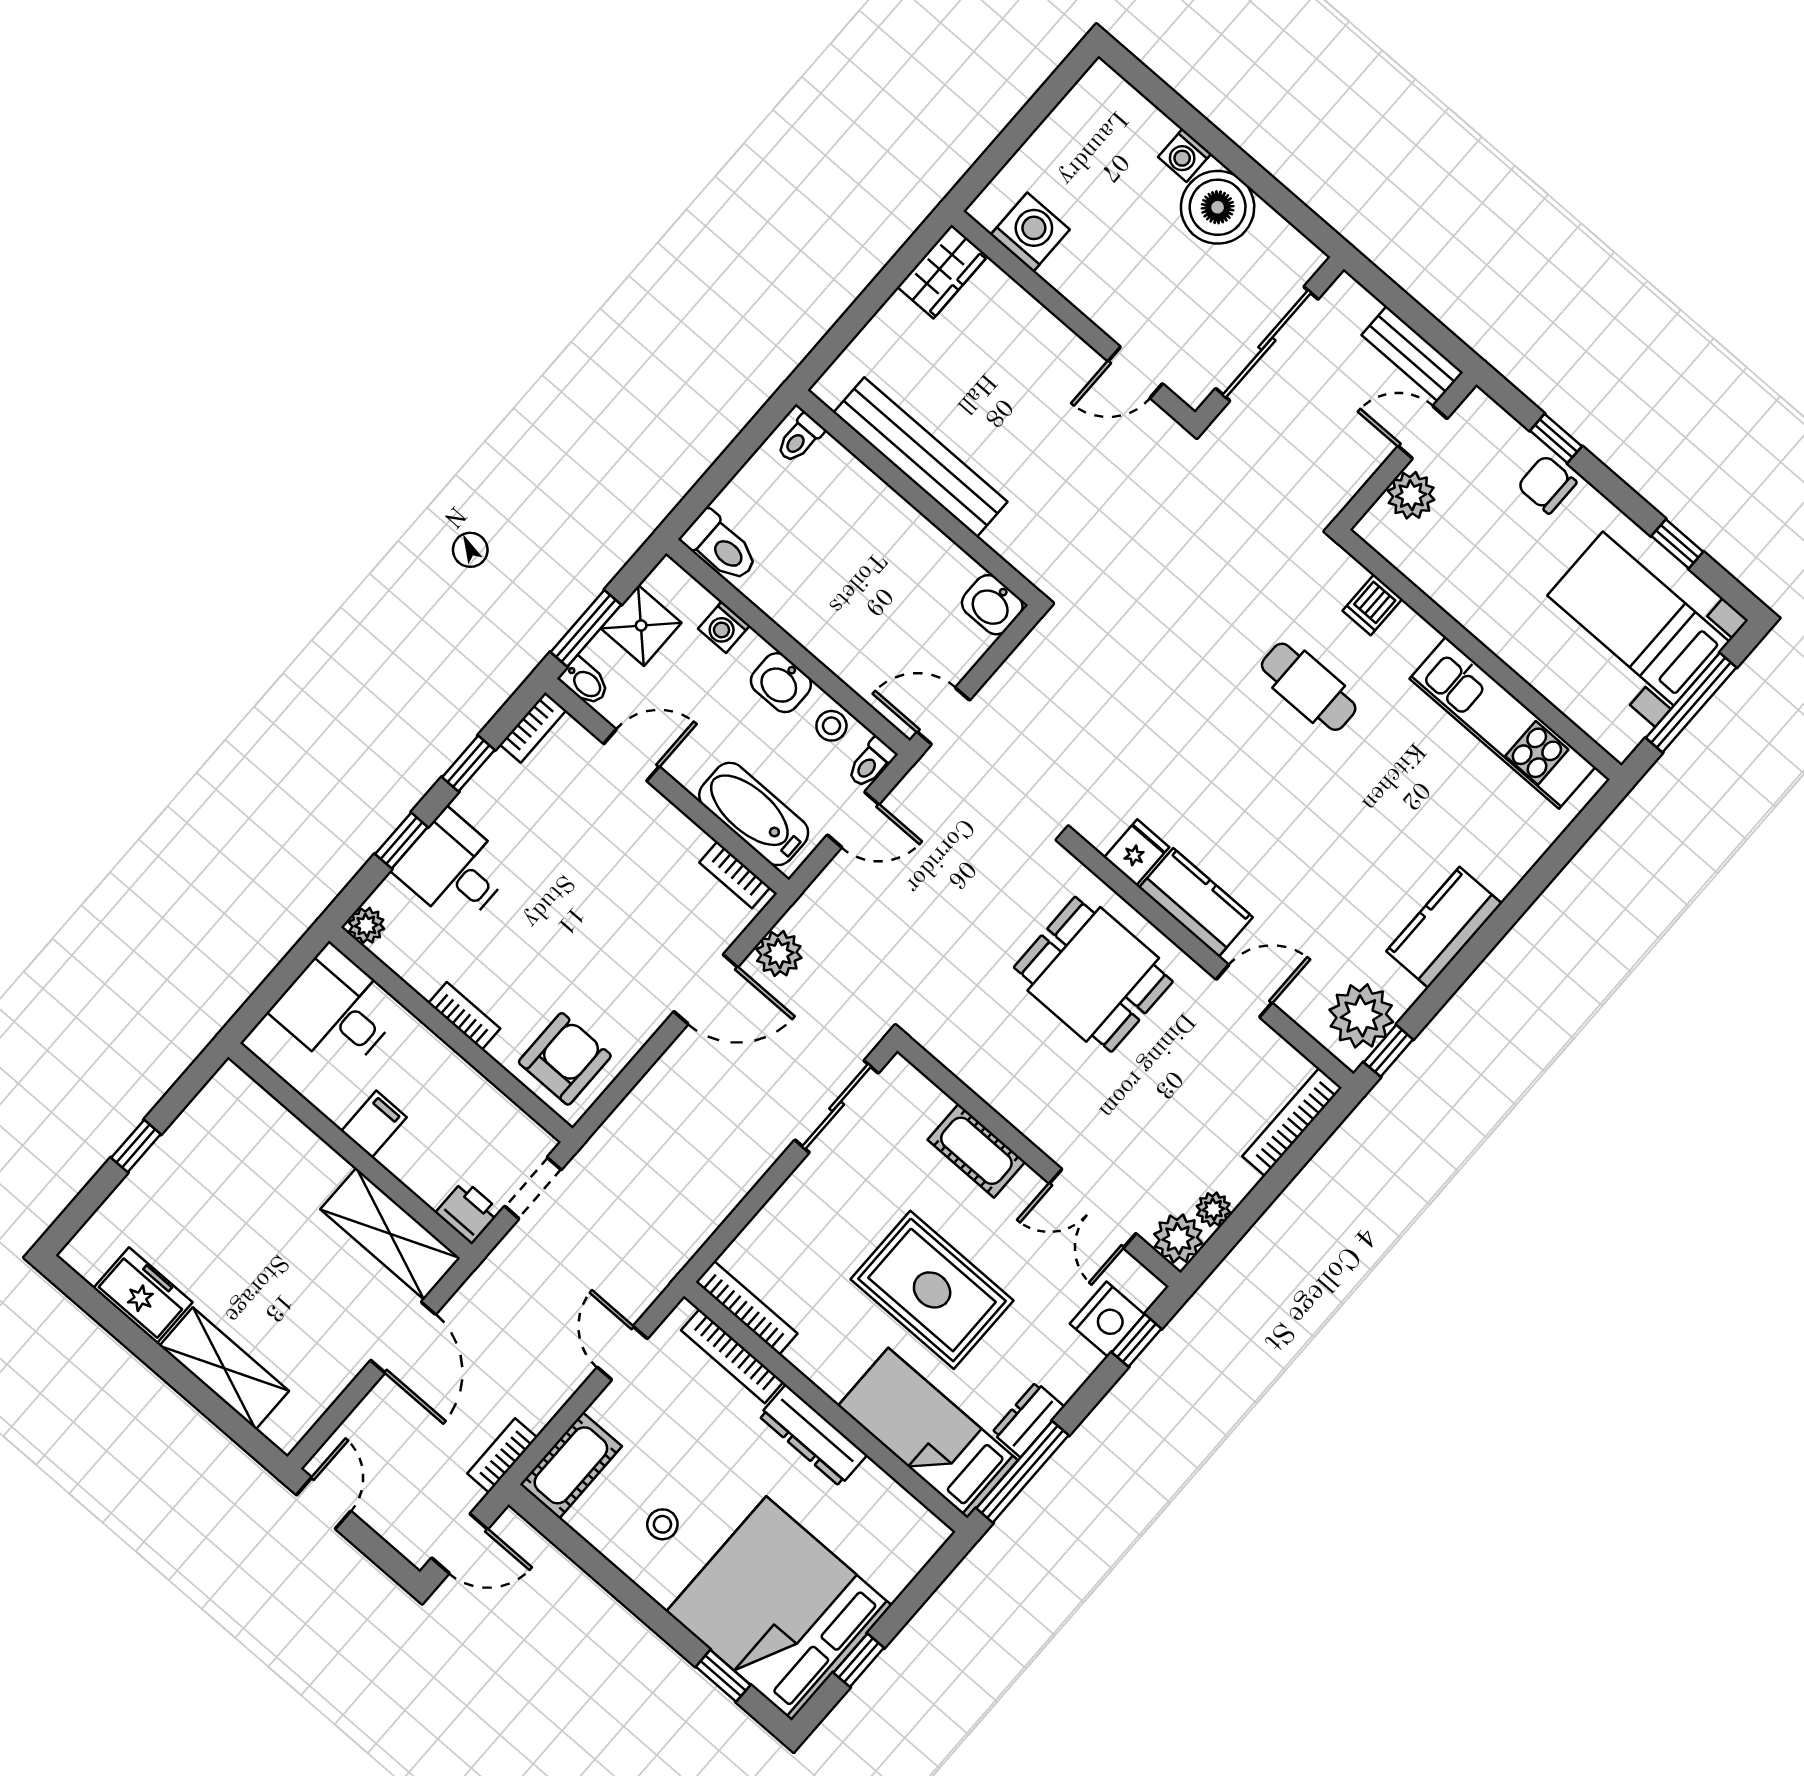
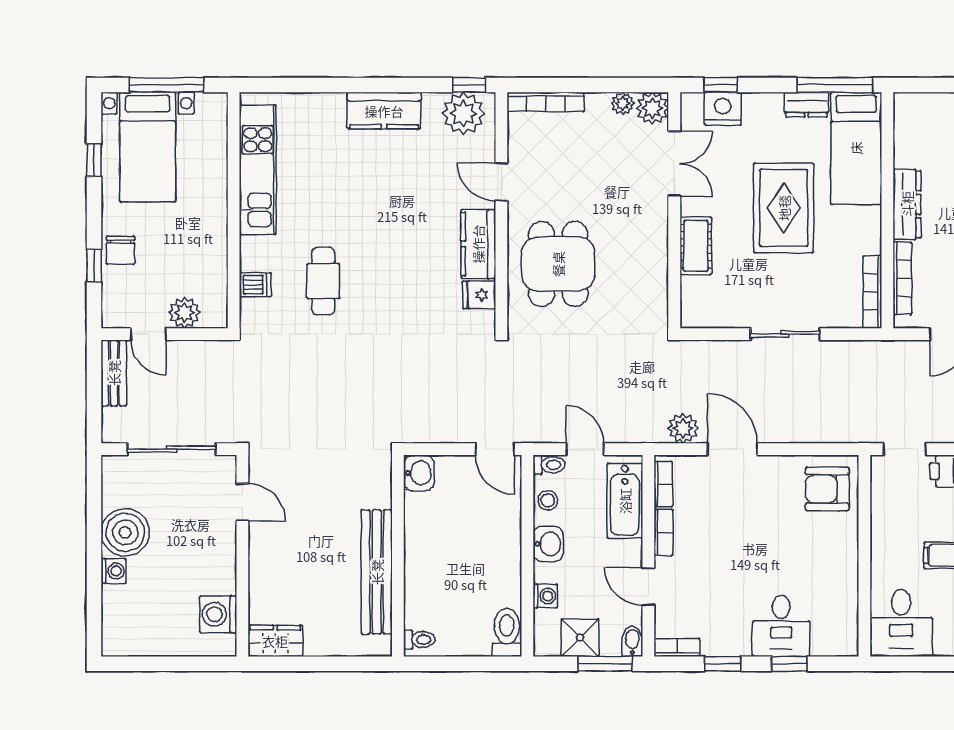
plant: (366, 925) -> (847, 645), removed
bookcase: (464, 1016) -> (663, 533), moved, turned 180
sliding door: (837, 1106) -> (785, 334), moved

